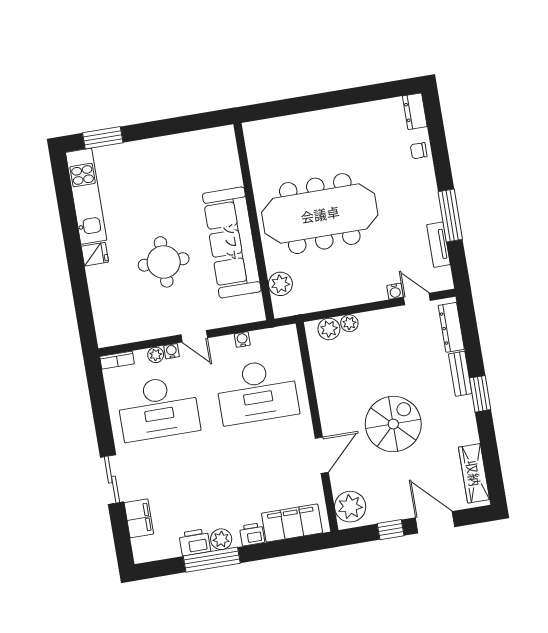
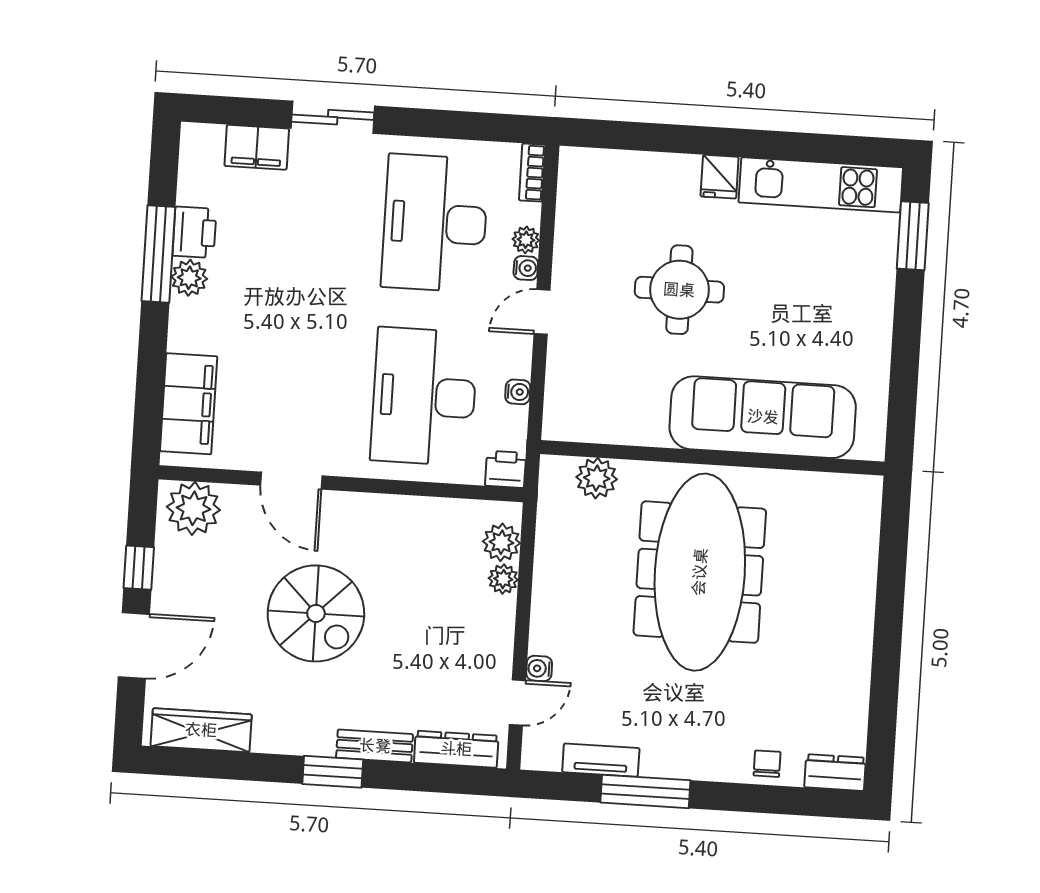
sofa: (232, 242) -> (763, 417), moved
printer: (252, 534) -> (506, 469), moved, turned -90

